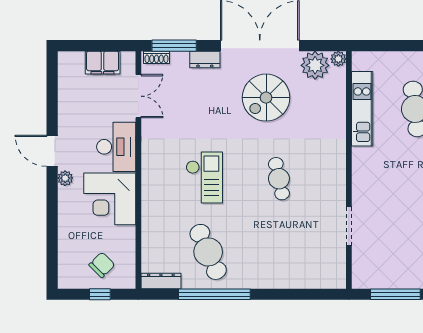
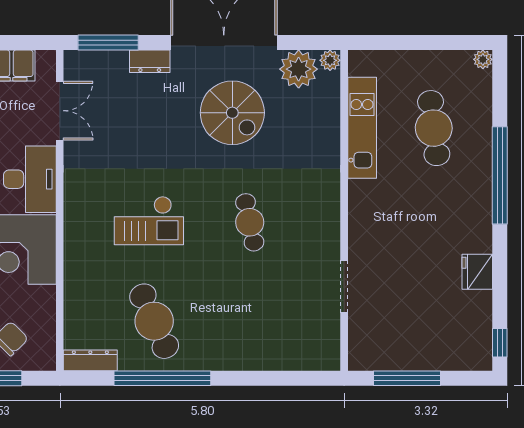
shoe rack: (156, 57) -> (84, 58), removed
spiral stairs: (266, 98) -> (232, 113), turned -90
checkout: (204, 177) -> (149, 221), turned 90

